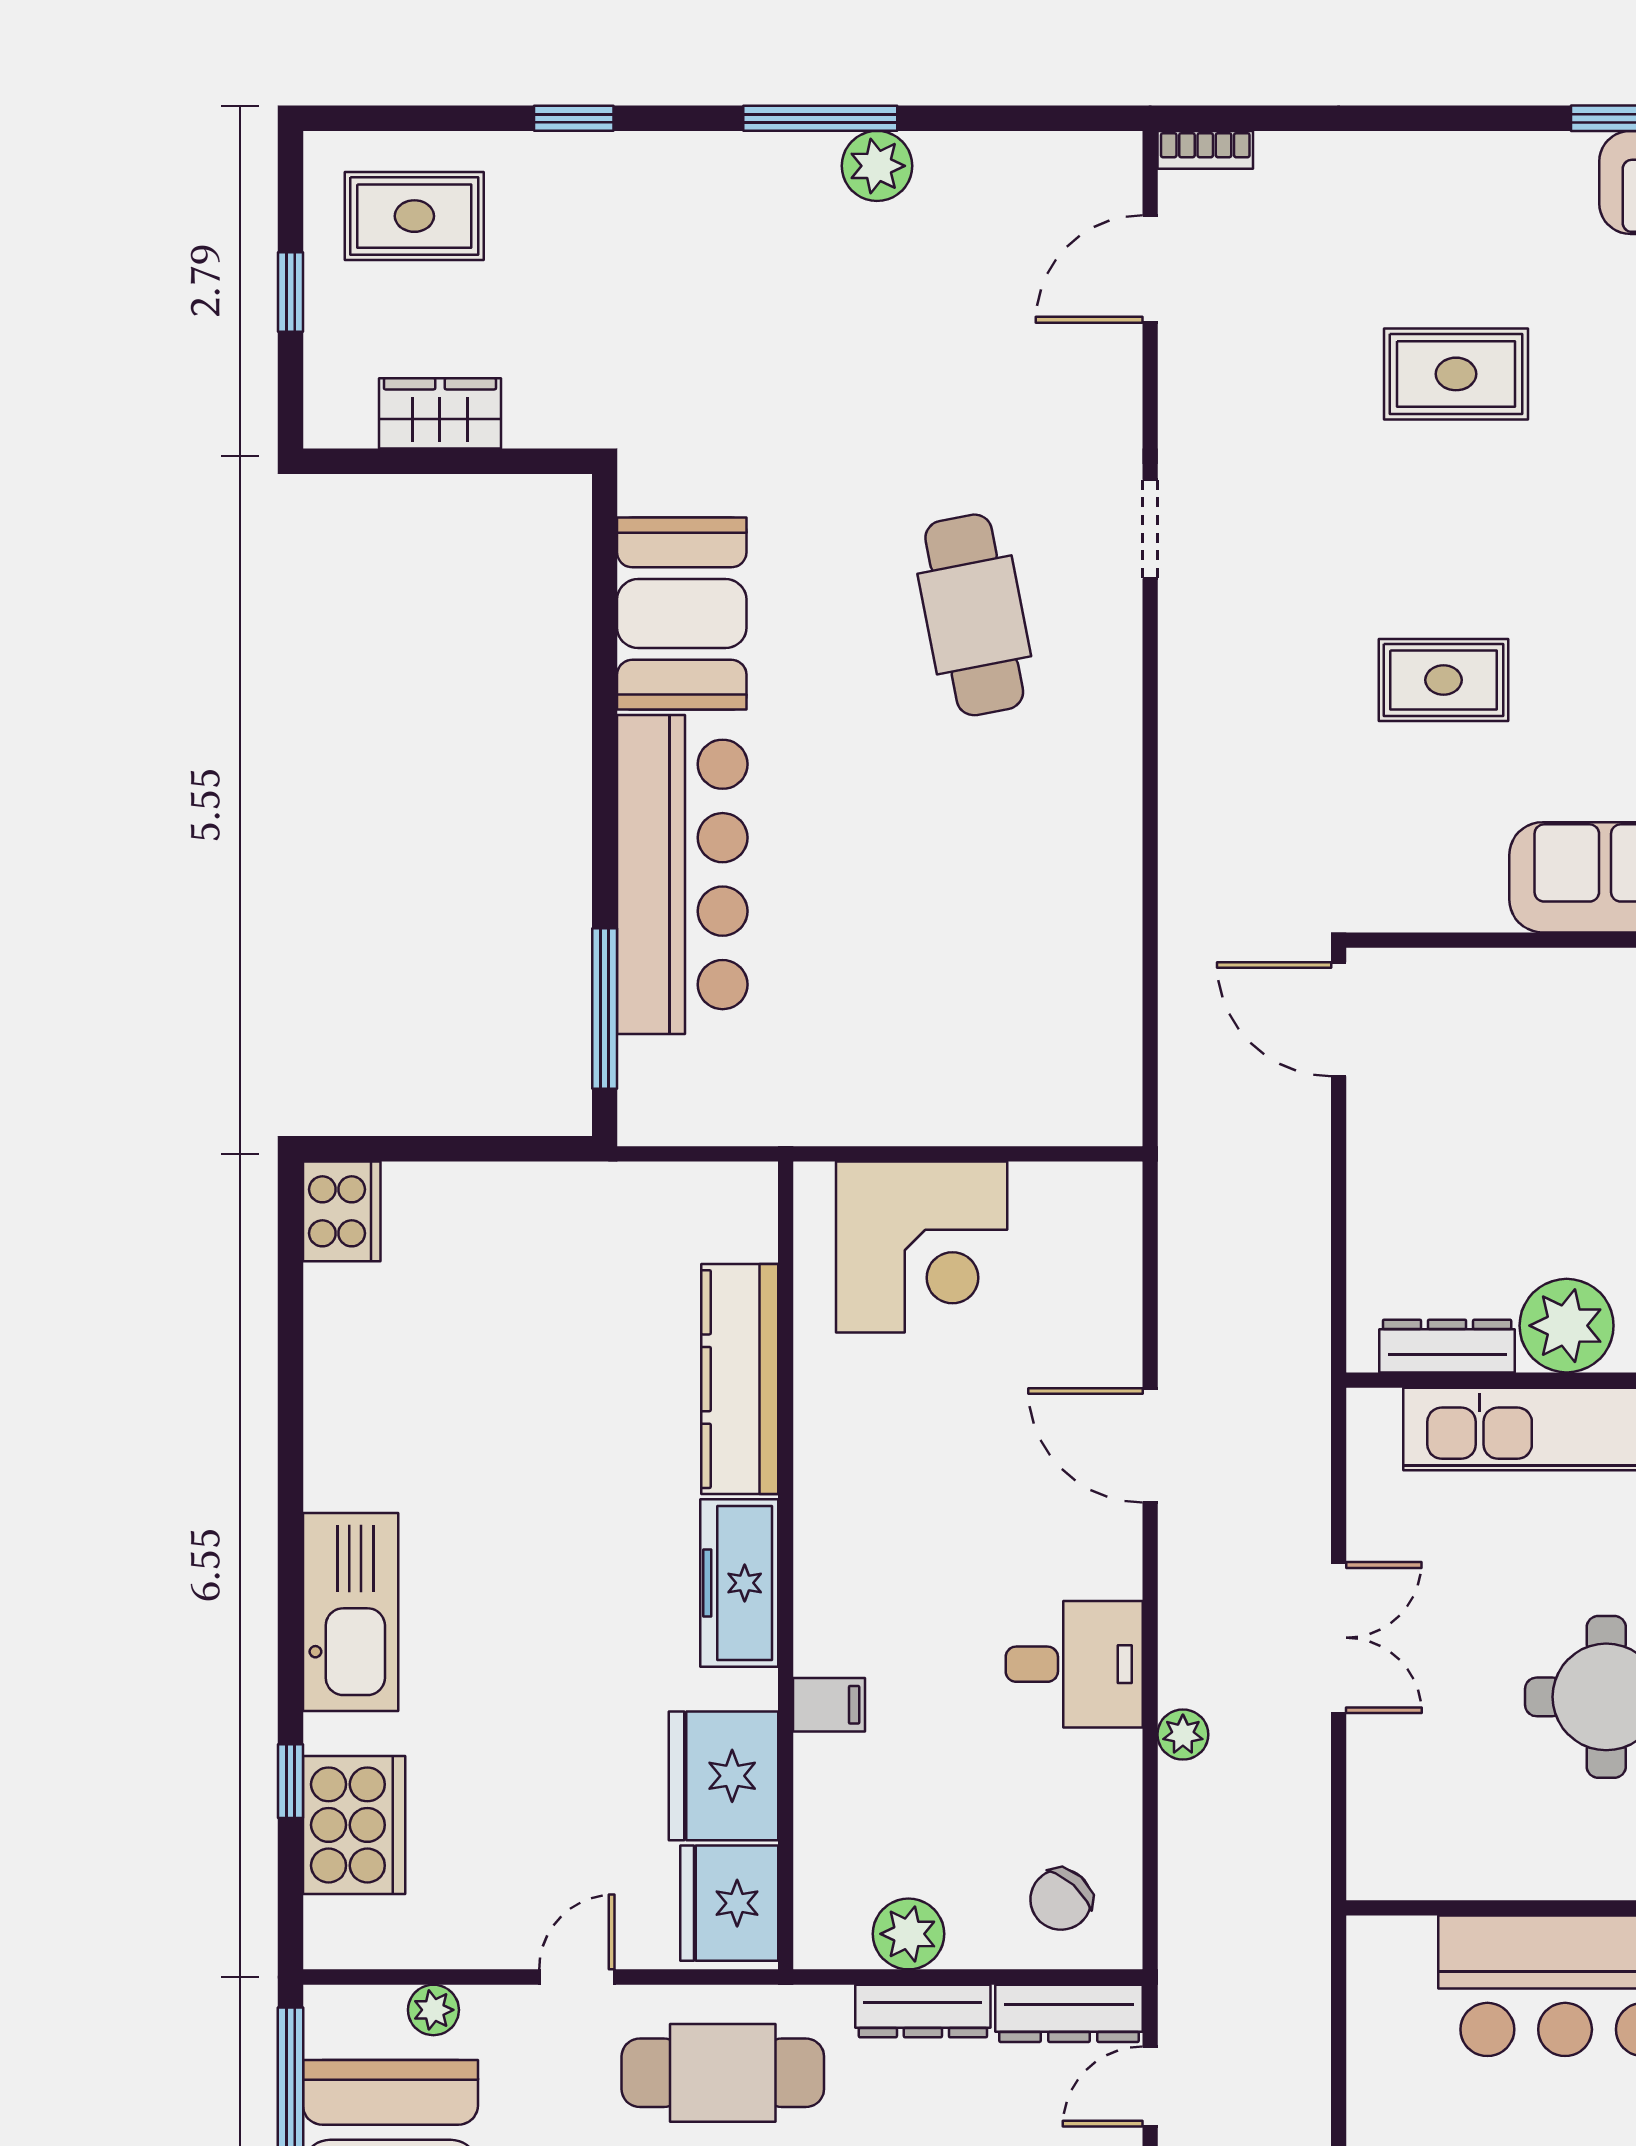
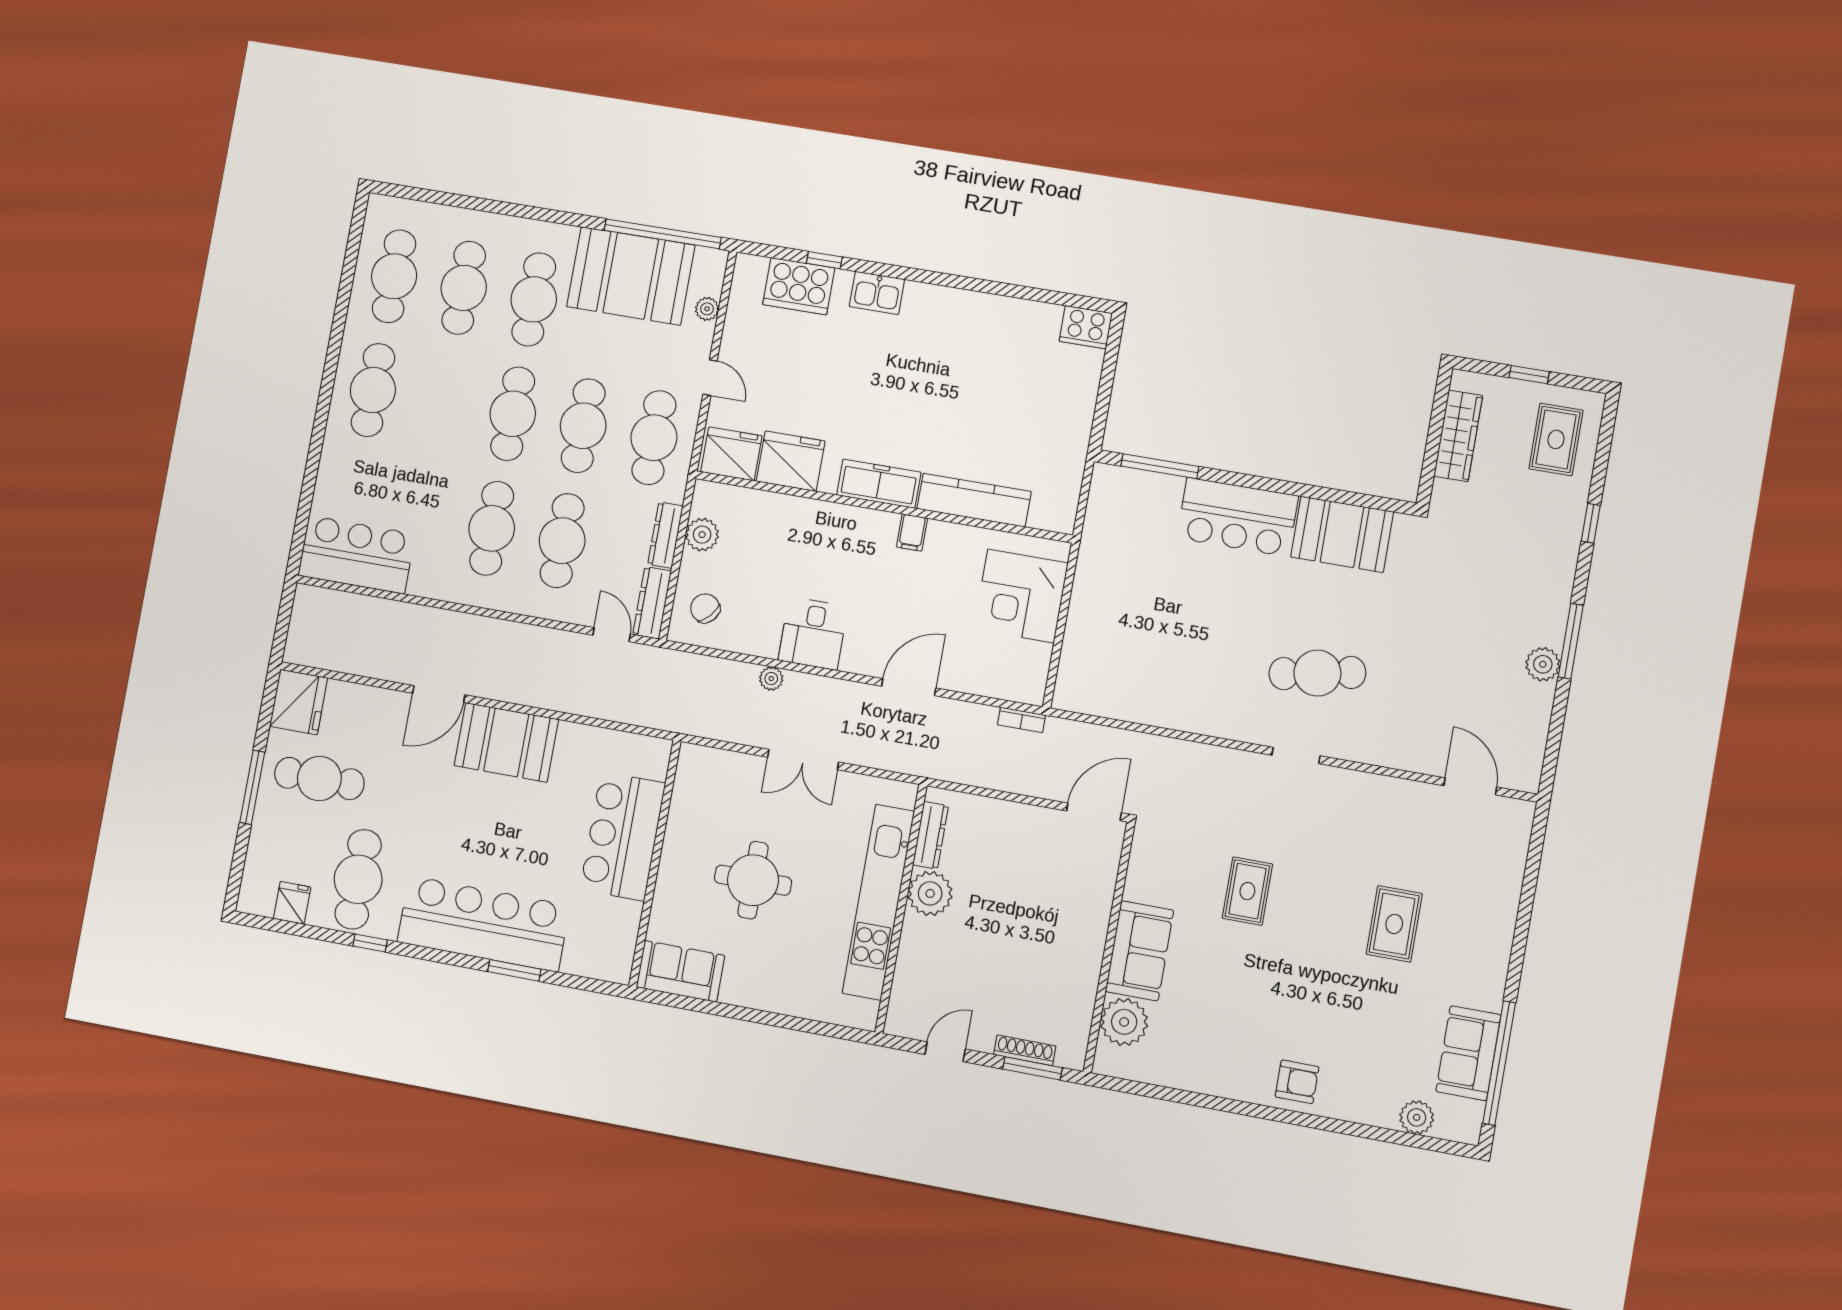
bookcase: (1205, 150) -> (1021, 720), moved, turned -90
wardrobe: (440, 413) -> (1458, 436), width x1.50
doorway: (1150, 529) -> (1296, 756), moved
bar counter: (682, 874) -> (1238, 517), width x0.73
kitchen sink: (351, 1612) -> (877, 293), width x0.53, depth x0.81
filing cabinet: (829, 1705) -> (912, 533), moved

